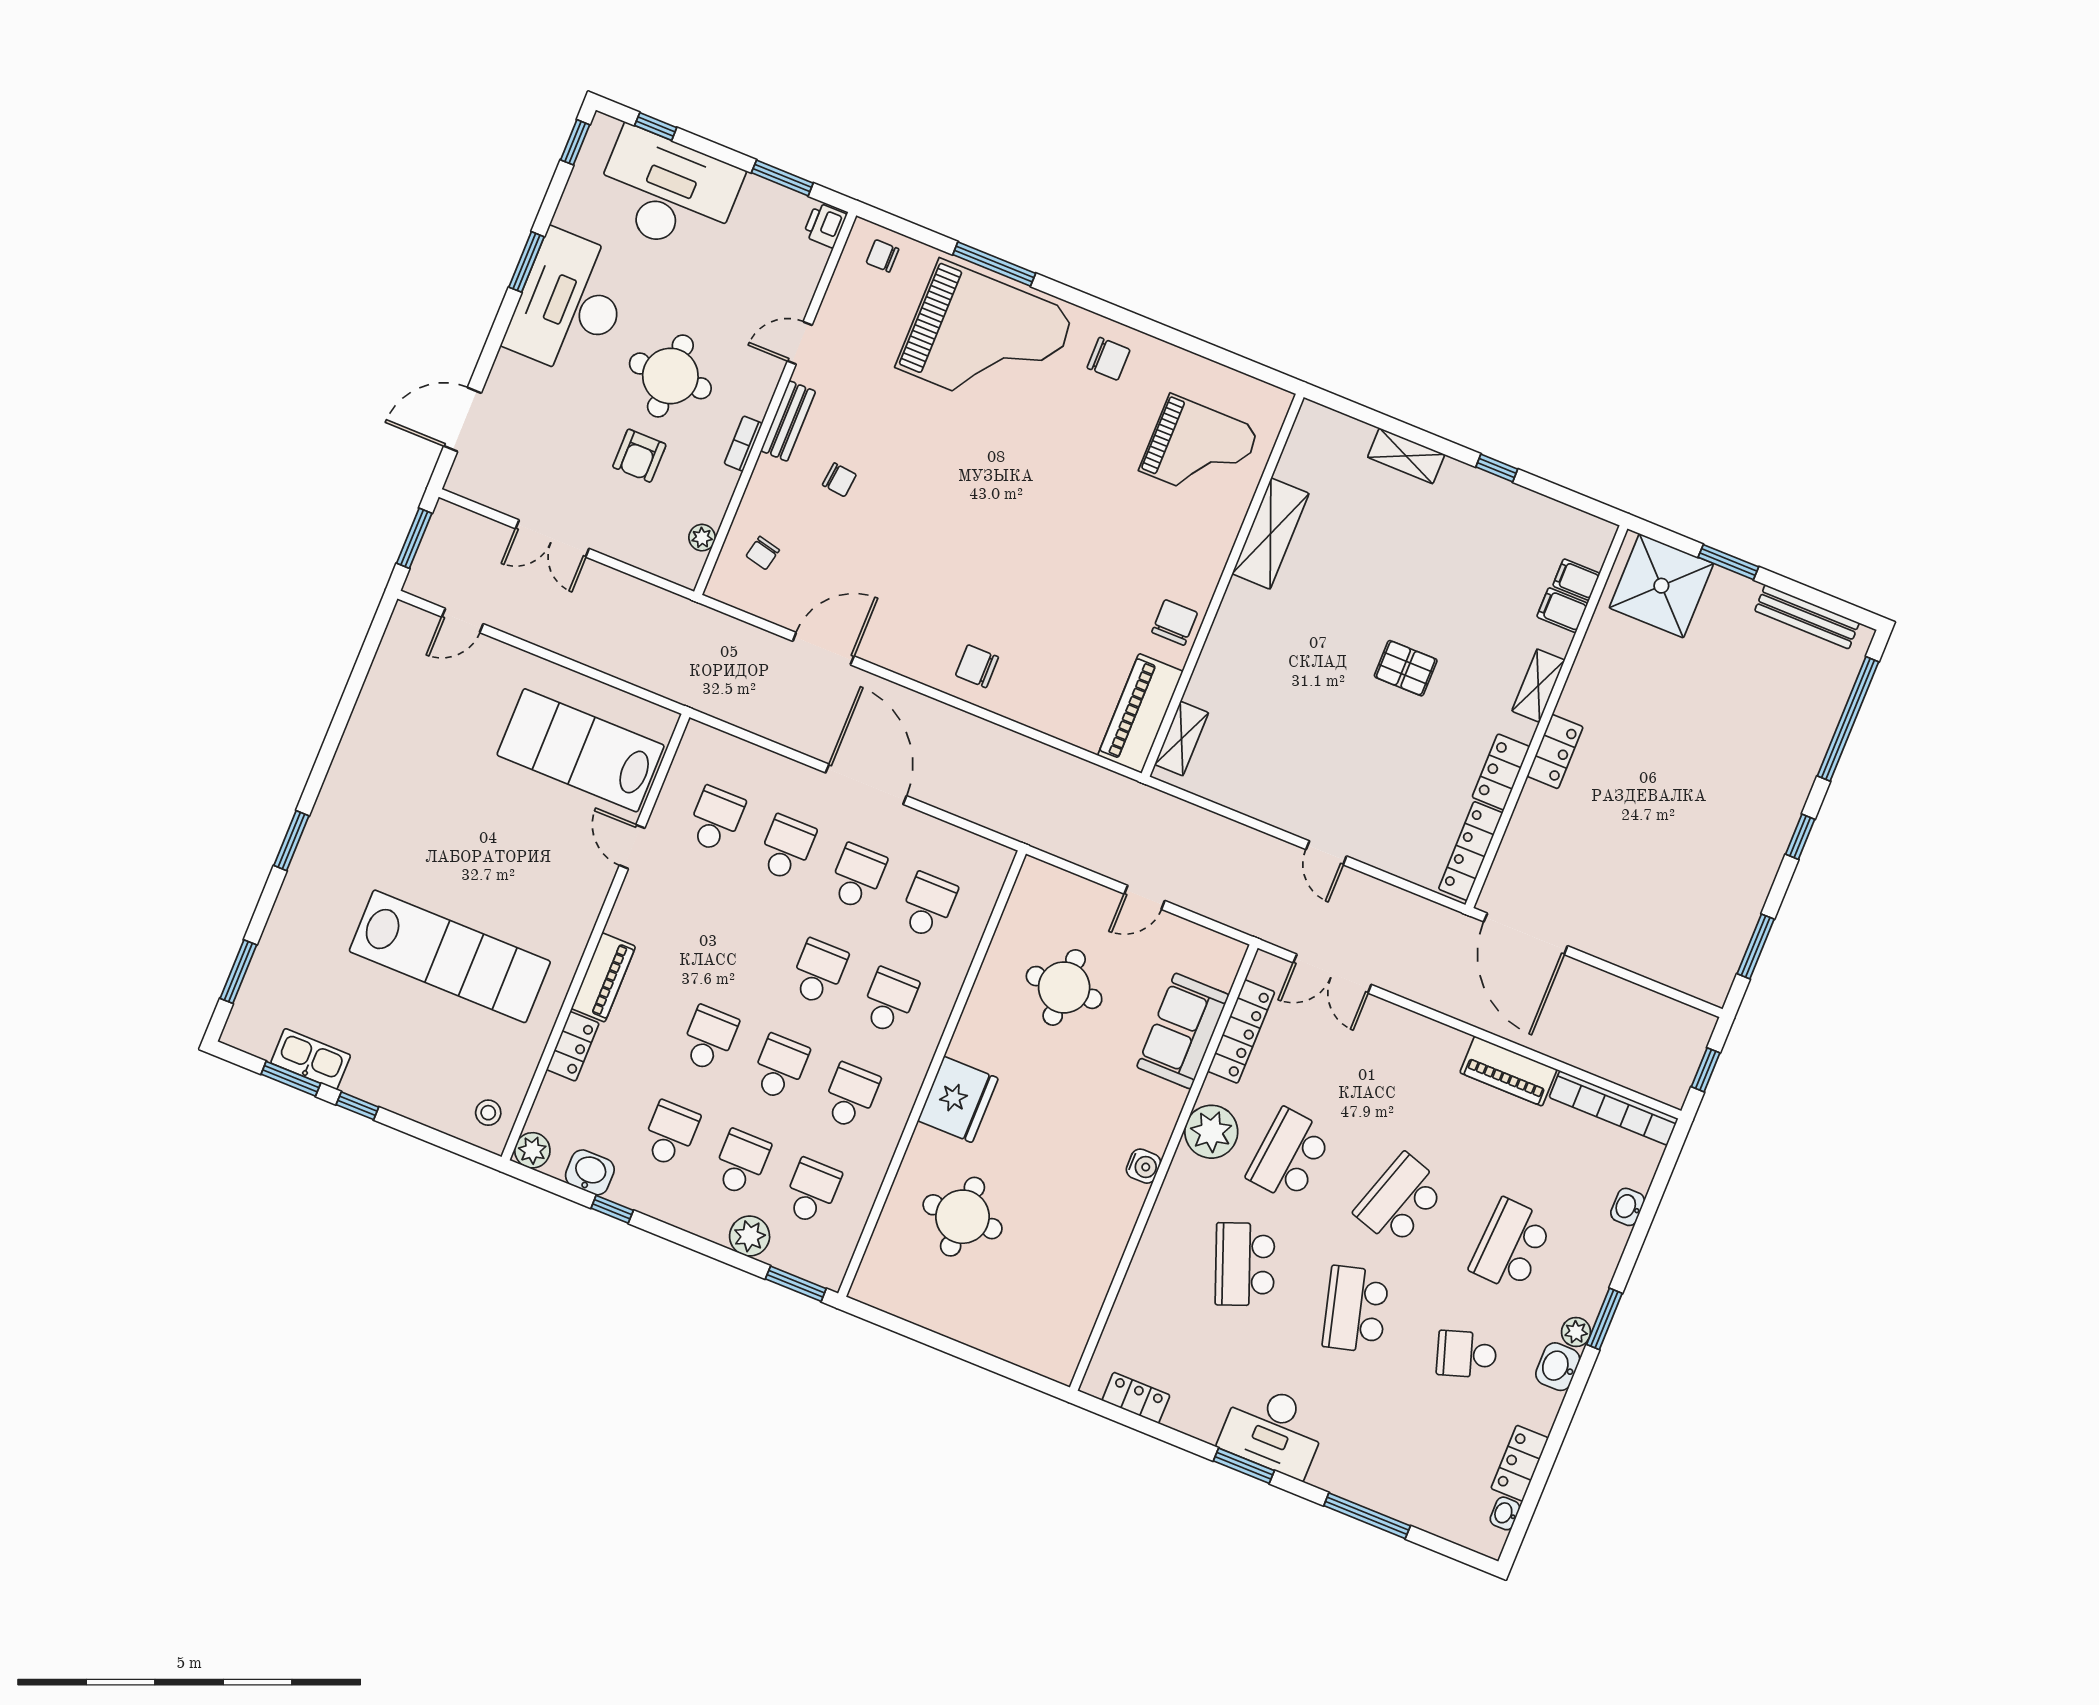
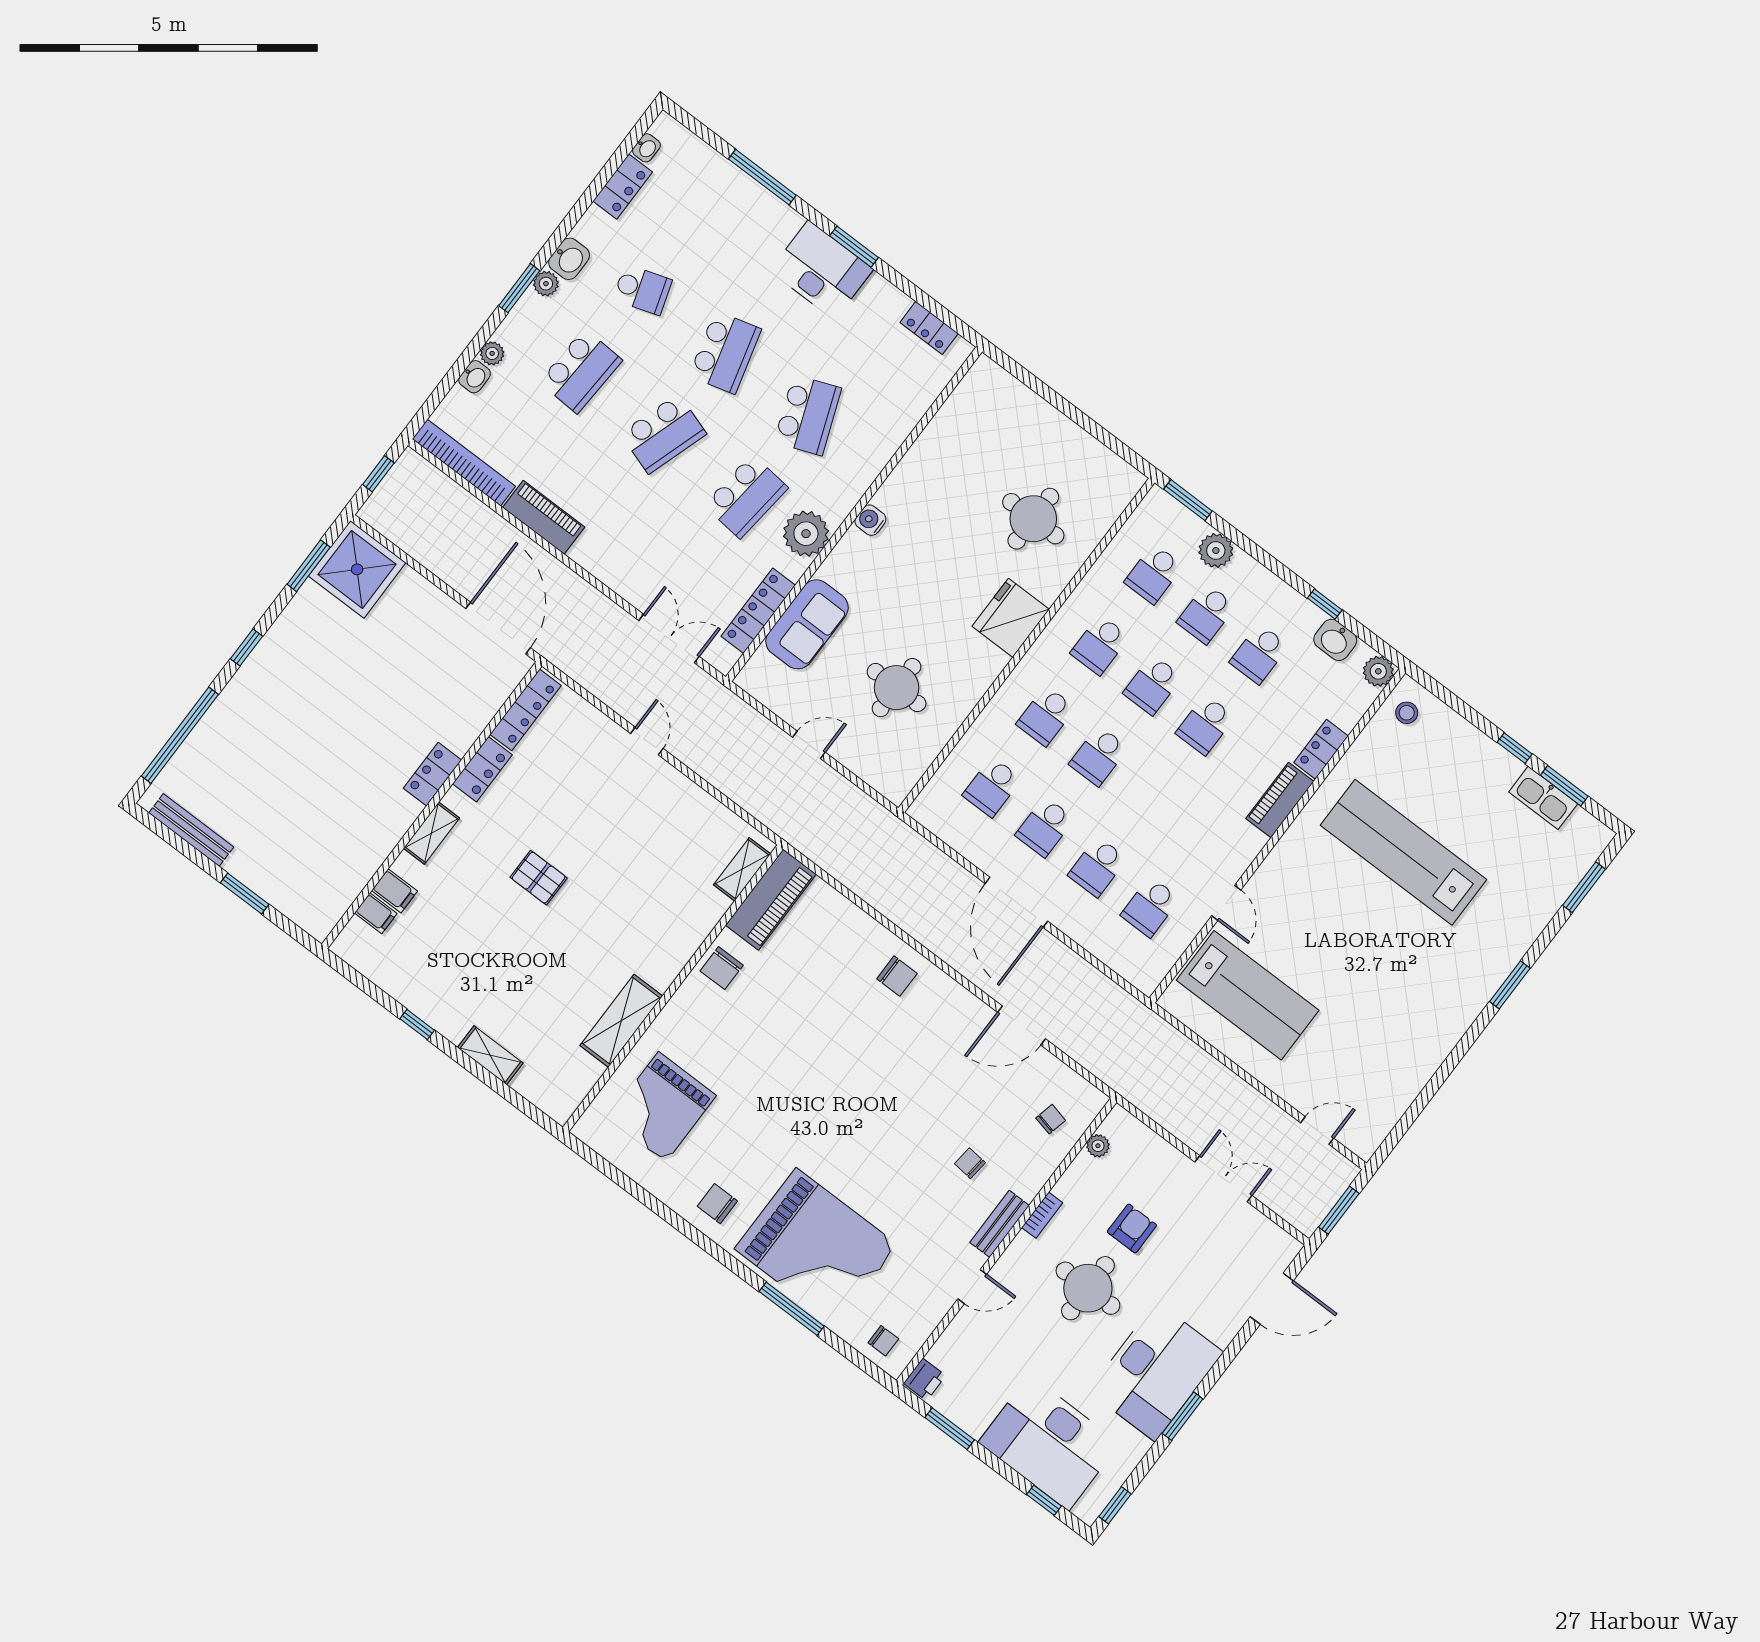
grand piano: (986, 340) -> (816, 1247), turned 180
grand piano: (1199, 450) -> (662, 1107), turned -90
shower: (1661, 586) -> (357, 569), moved
plant: (1615, 1238) -> (492, 353), added

